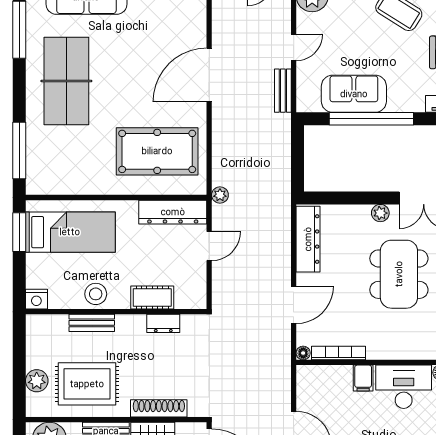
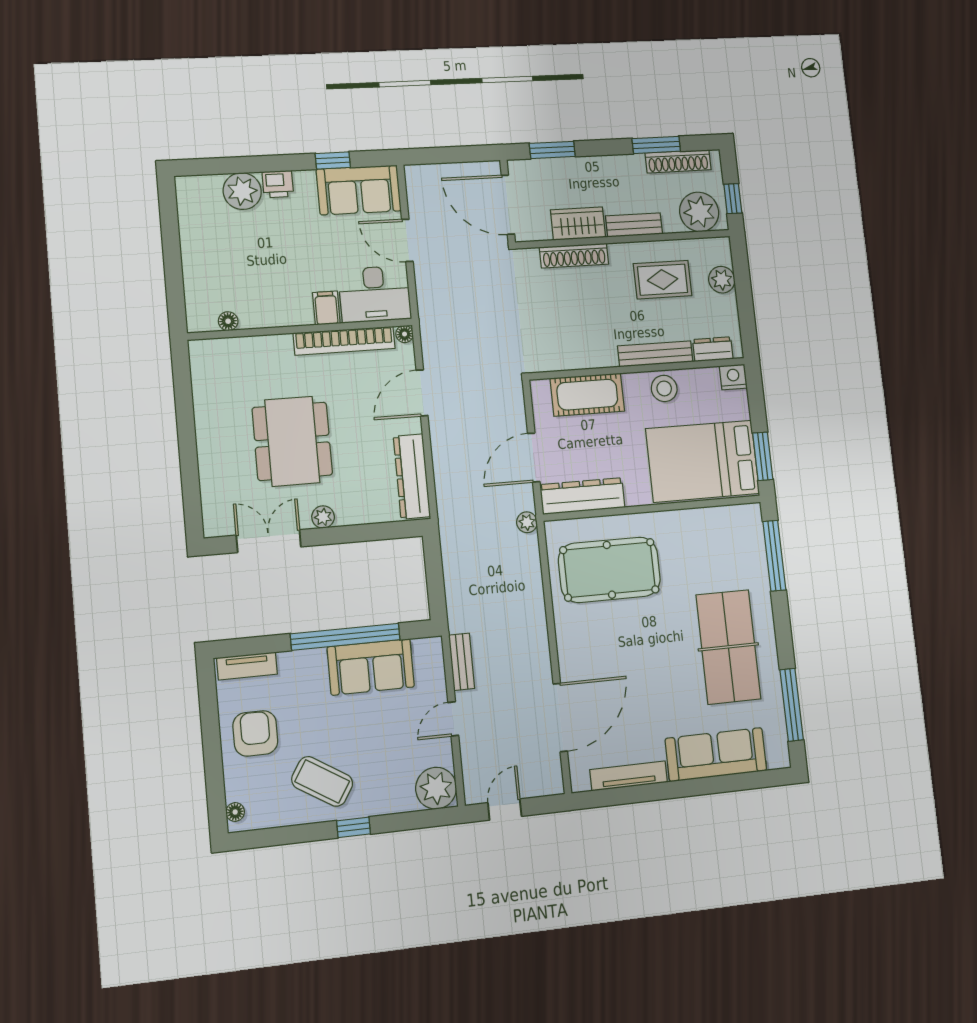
door: (209, 75) -> (560, 718), moved
bed: (70, 232) -> (703, 461), width x1.50
door: (209, 246) -> (534, 458), width x1.38
cot: (152, 298) -> (587, 395), width x1.37, depth x1.34
bench: (92, 323) -> (655, 354), width x1.36
dresser: (163, 323) -> (713, 349), moved
bookcase: (339, 353) -> (344, 341), width x1.48, depth x1.31
rug: (87, 384) -> (663, 280), width x0.73, depth x0.70
desk: (404, 387) -> (375, 294), moved

